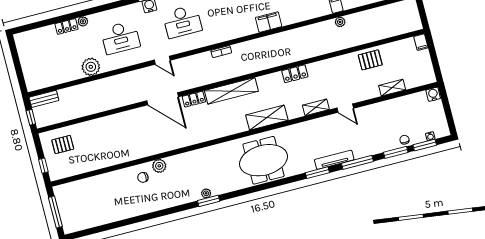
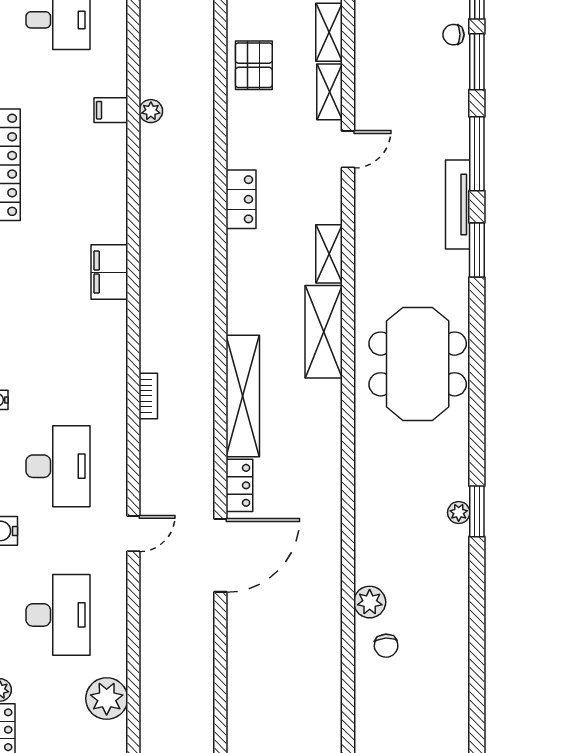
locker: (295, 74) -> (241, 199), moved
shelving: (367, 94) -> (330, 92), added
shelving: (316, 107) -> (329, 254), moved

